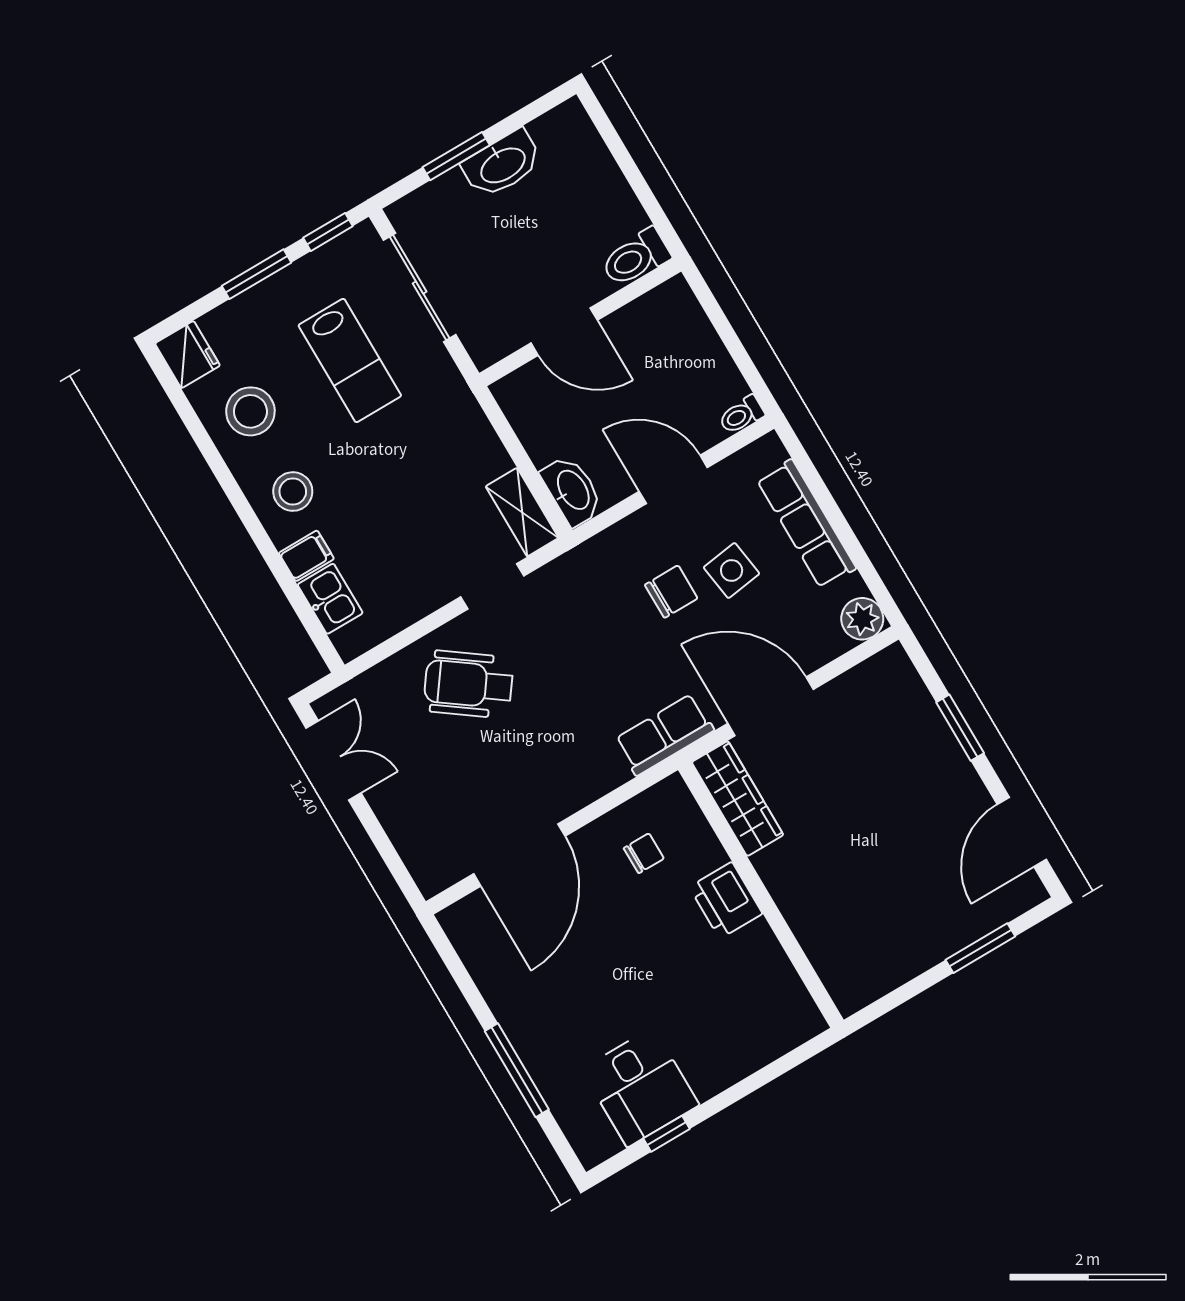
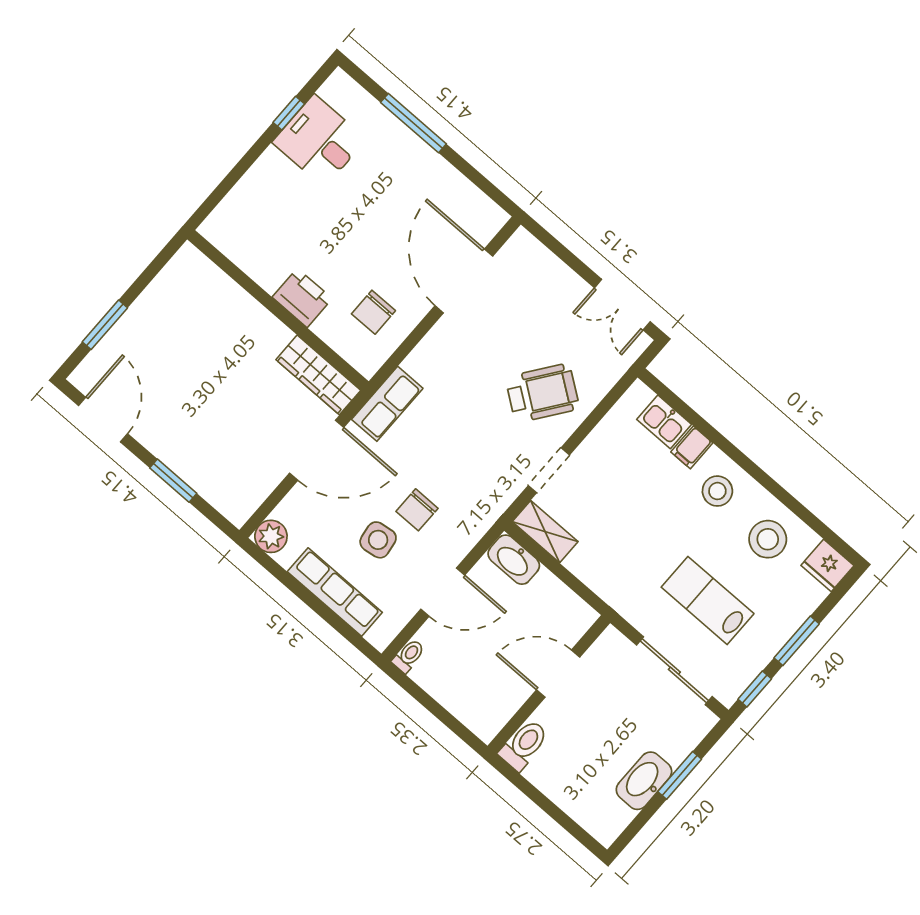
chair: (644, 853) -> (373, 312), width x1.37, depth x1.37

